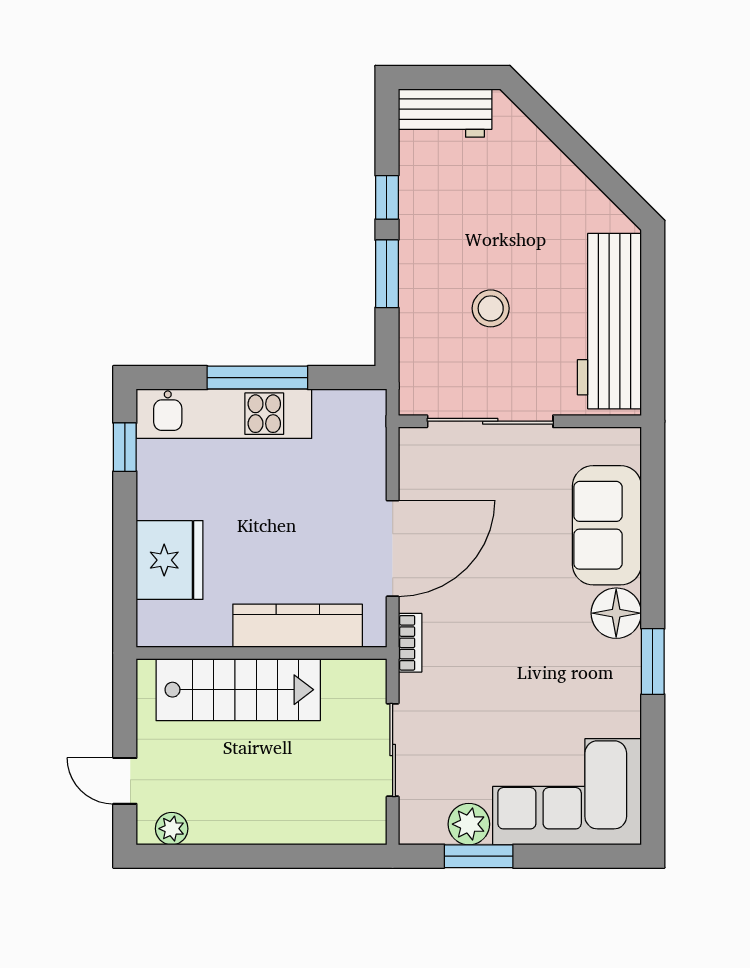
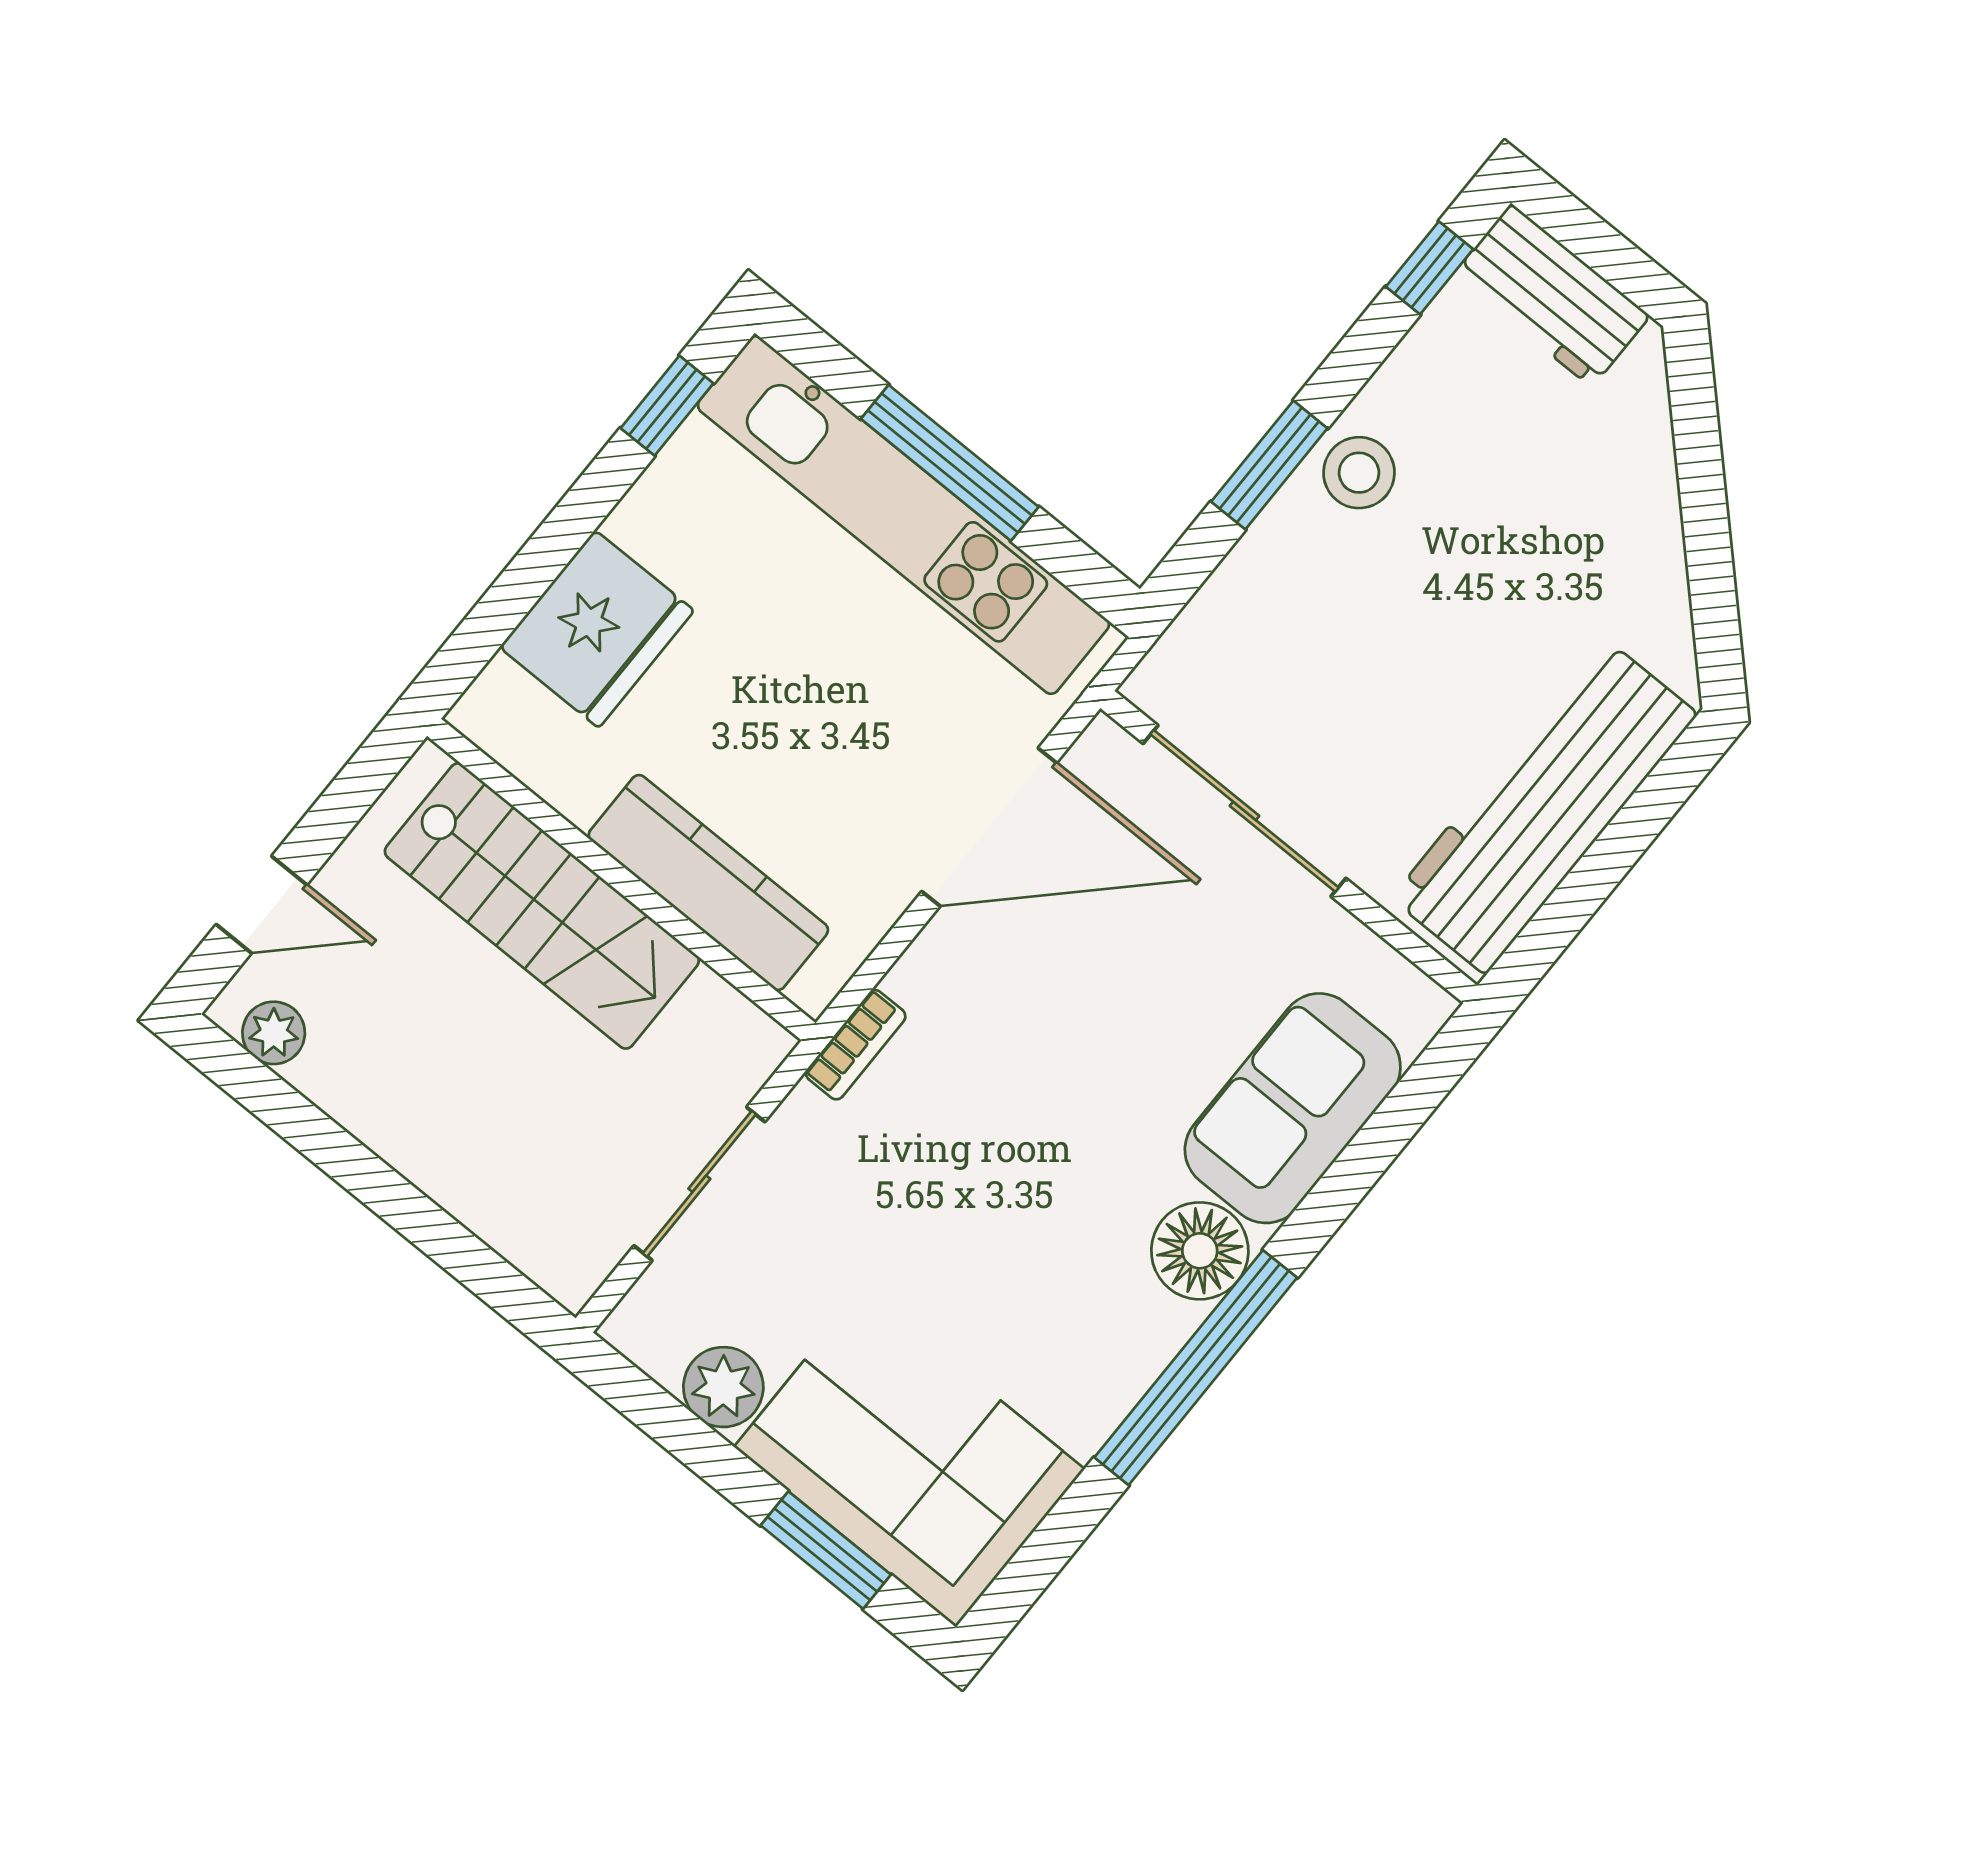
window: (387, 197) -> (1429, 268), moved
stool: (491, 308) -> (1359, 473), moved
kitchen unit: (224, 414) -> (903, 515), width x1.36
door: (393, 548) -> (989, 827), moved
window: (653, 662) -> (1196, 1368), width x2.11
door: (125, 781) -> (262, 905), swing flipped
window: (479, 856) -> (826, 1550), moved

